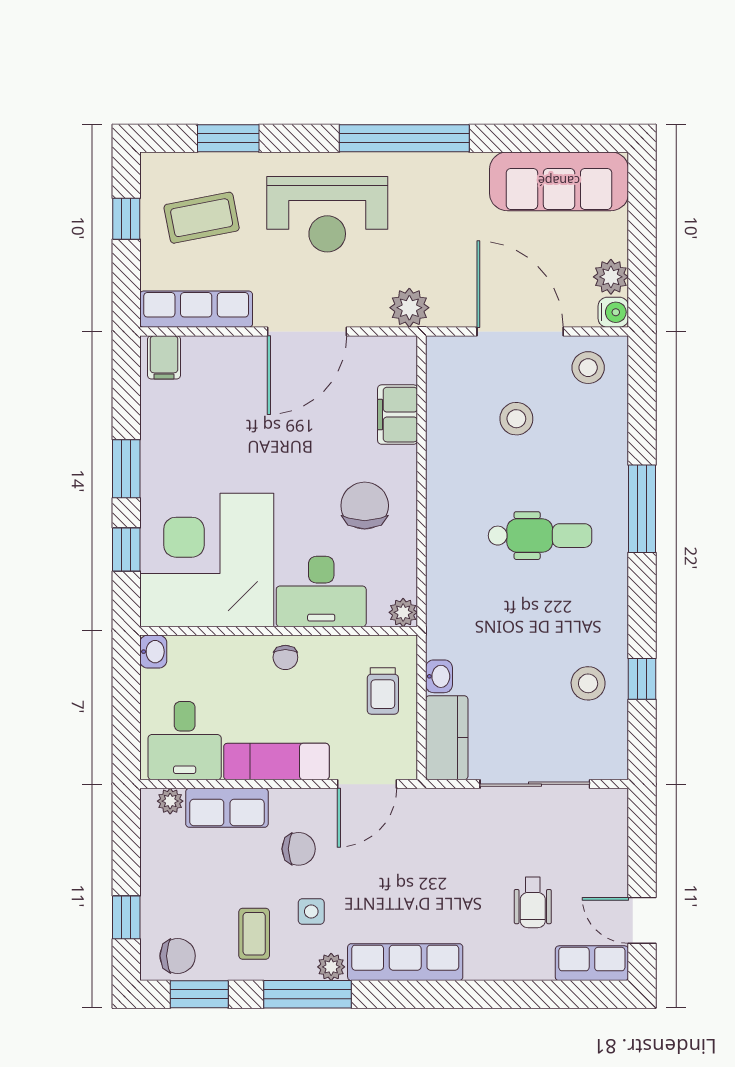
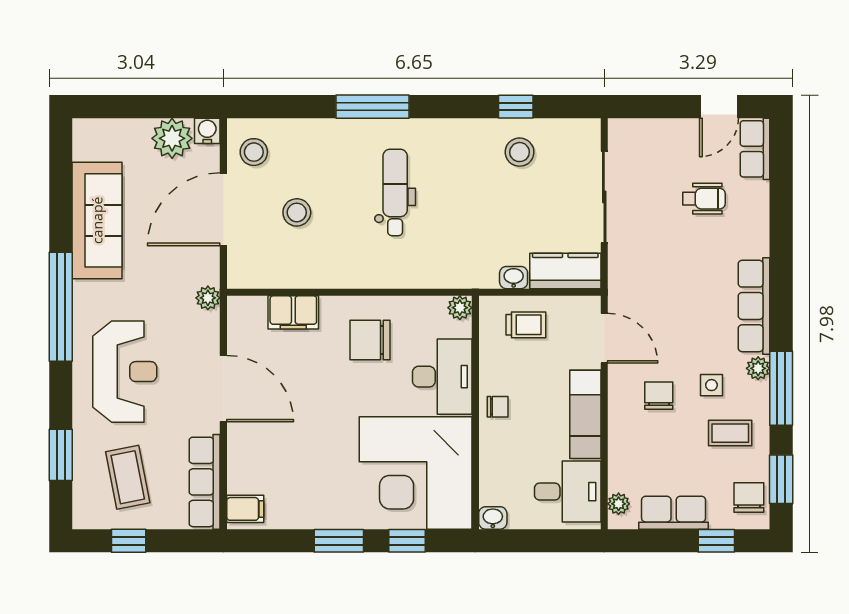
sofa: (559, 181) -> (97, 220), moved
plant: (611, 277) -> (172, 138), width x1.36, depth x1.36
plant: (409, 308) -> (208, 298), width x0.73, depth x0.73
row of seats: (227, 808) -> (674, 513), moved, turned -90

